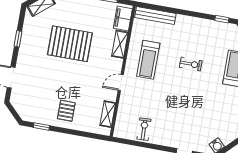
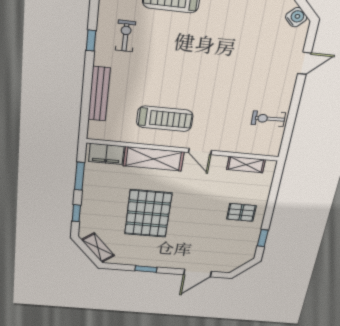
bench: (155, 16) -> (99, 94), moved
window: (222, 19) -> (91, 41), moved
shelving: (120, 44) -> (154, 159), width x1.50, depth x1.33
exercise bike: (191, 64) -> (125, 36), moved

